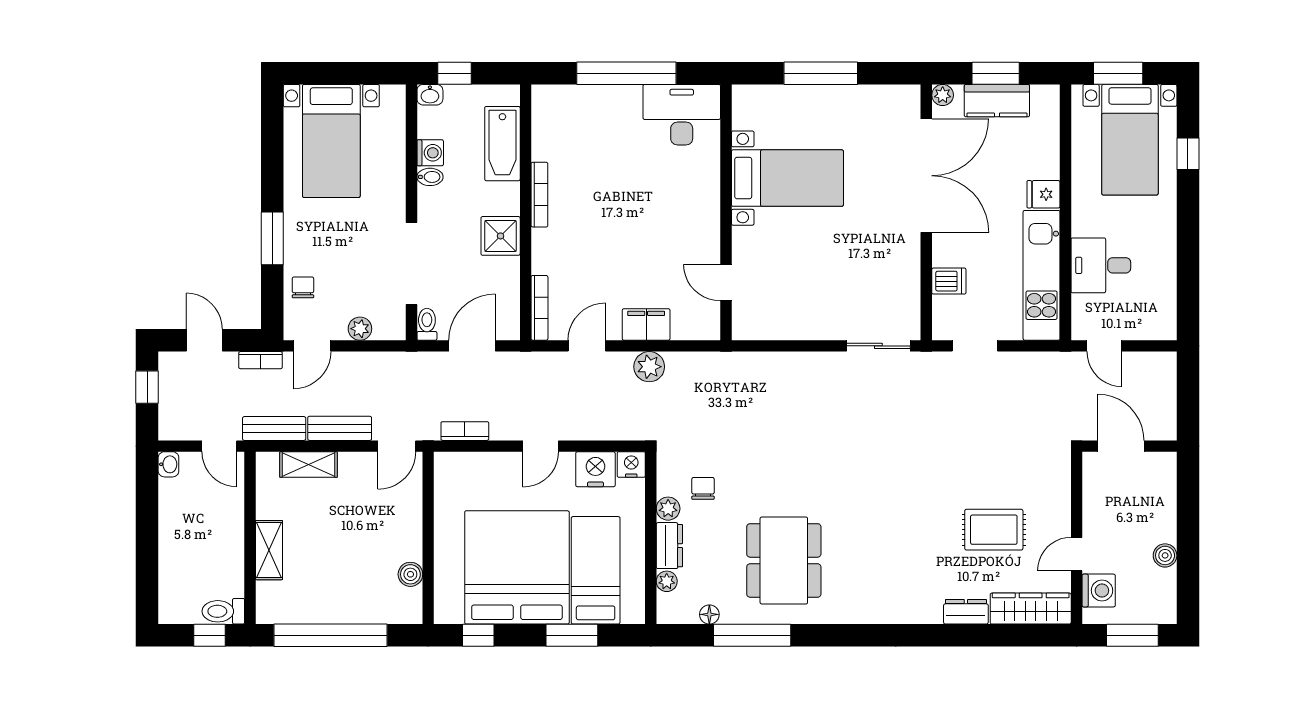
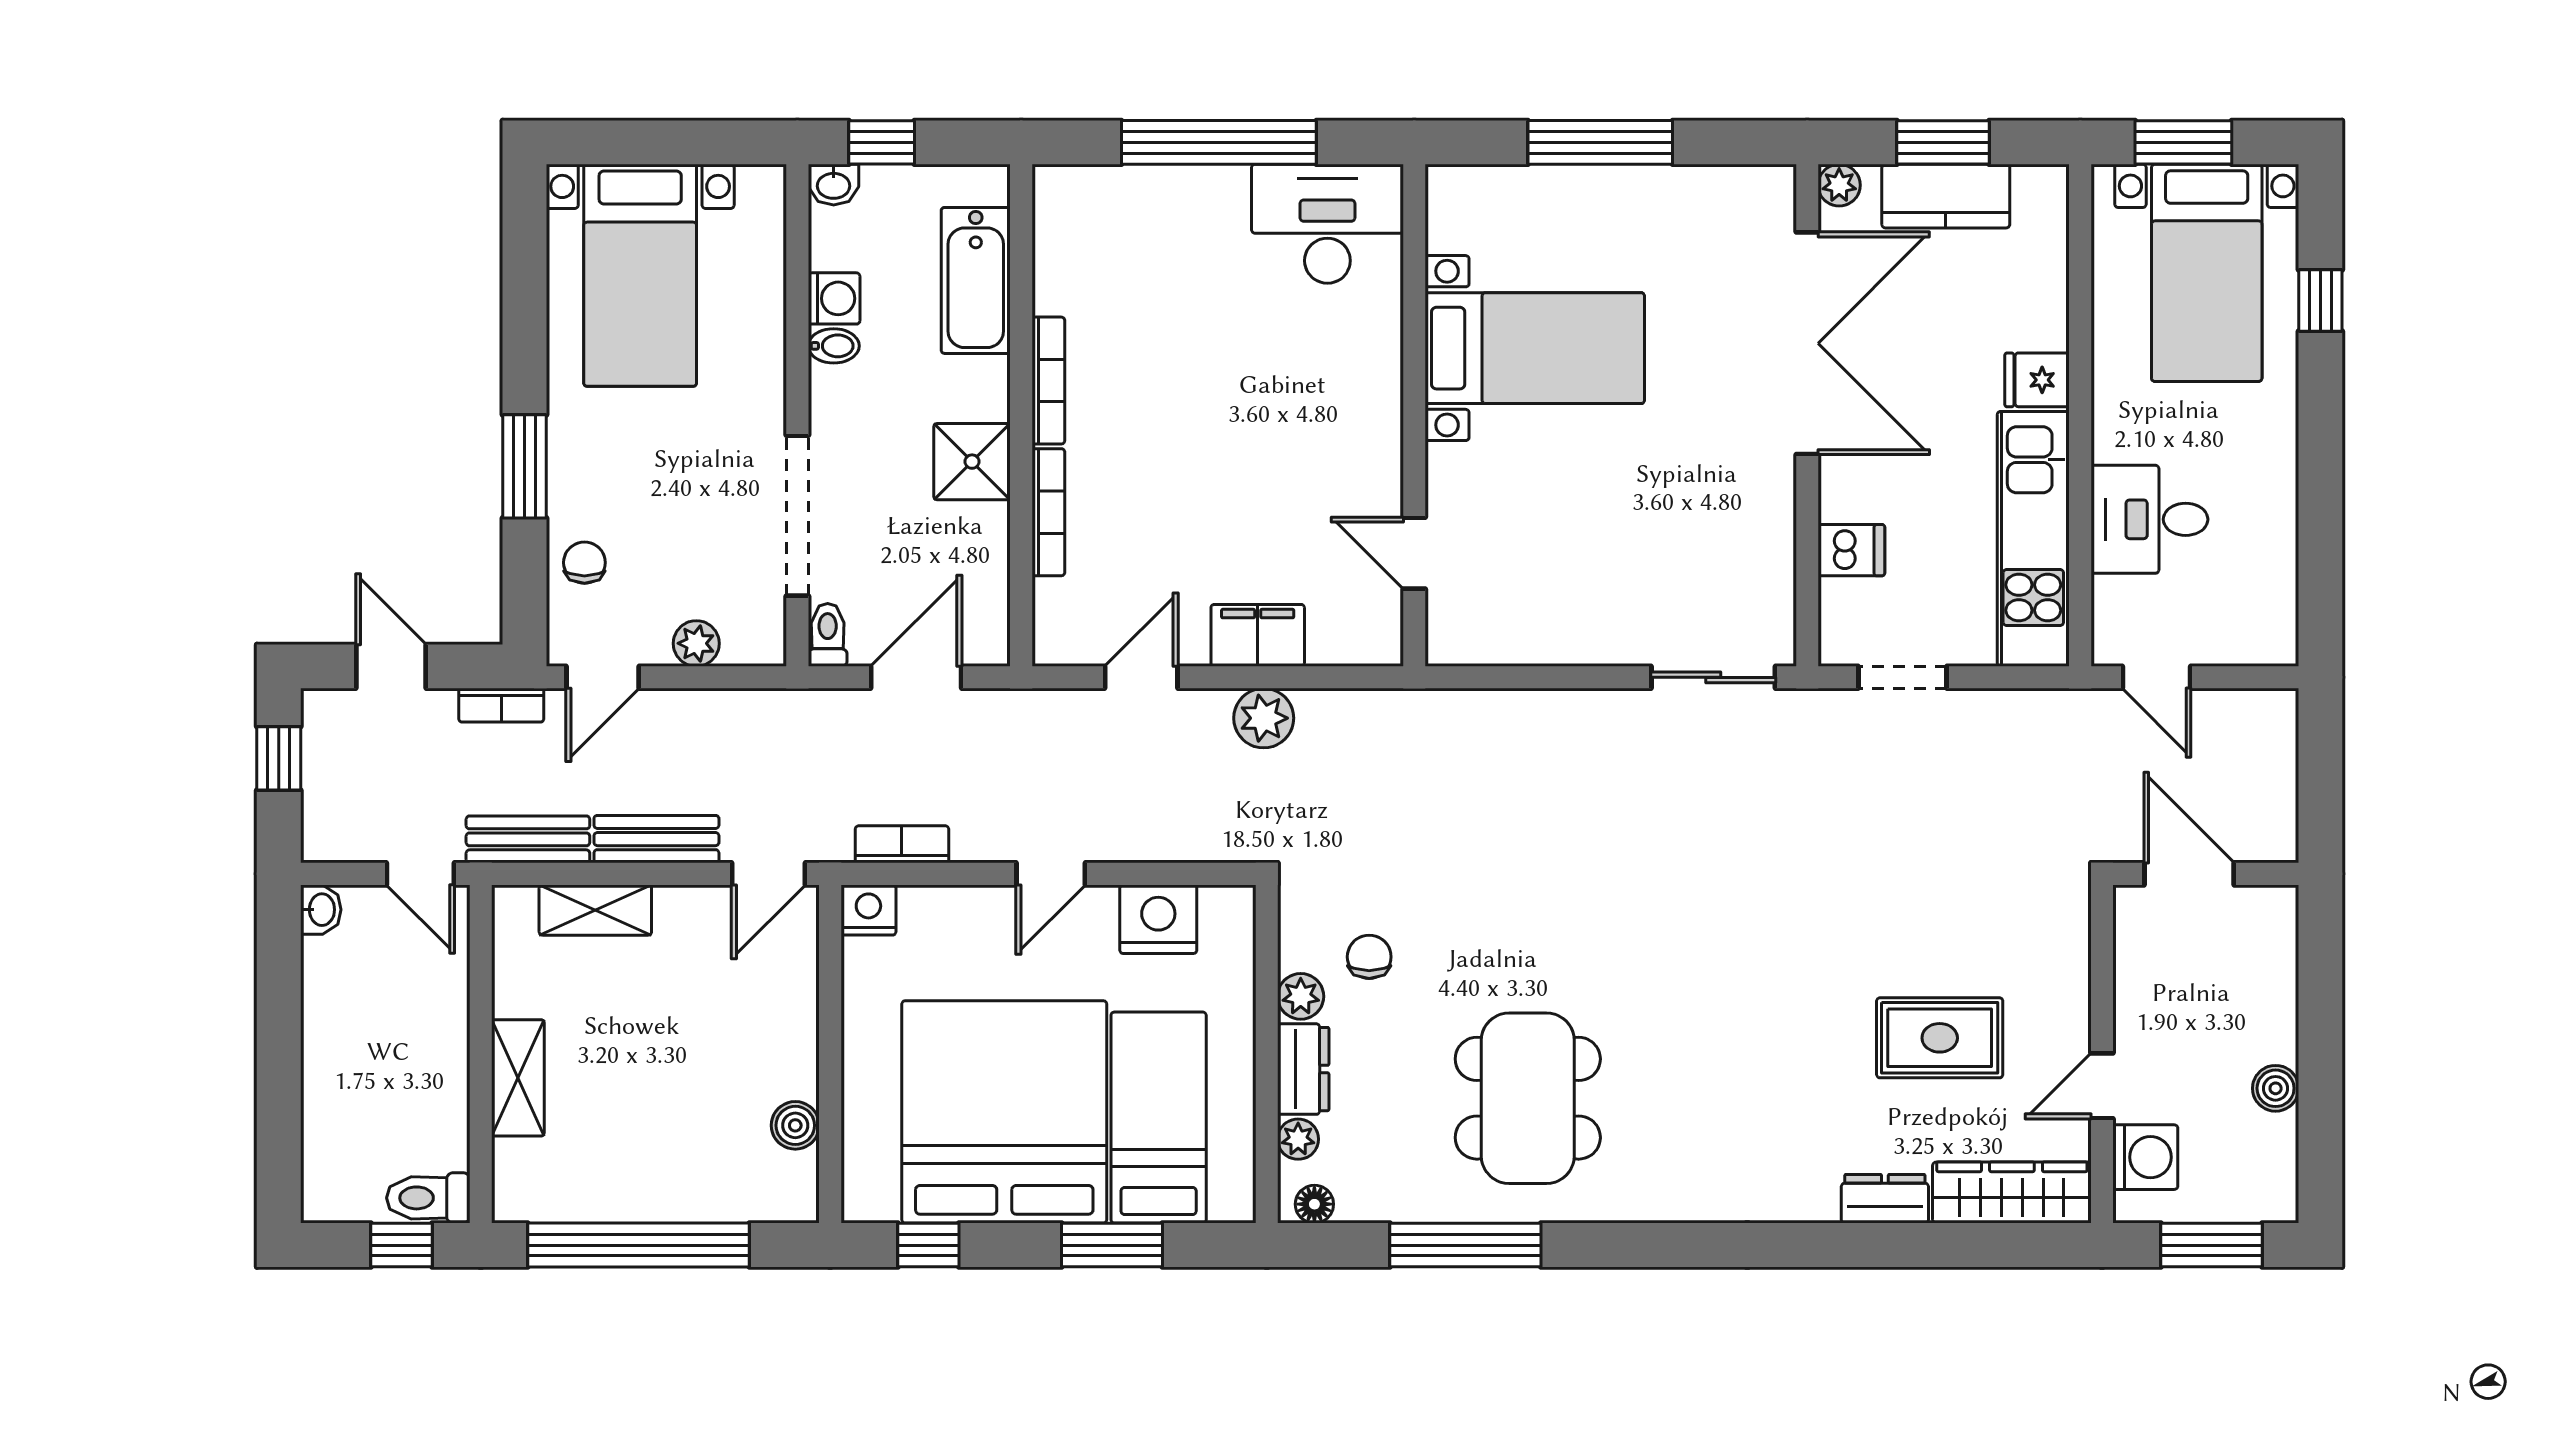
bookcase: (539, 308) -> (1048, 512), moved
nightstand: (631, 465) -> (868, 910), moved
floor lamp: (709, 614) -> (1314, 1204), moved

